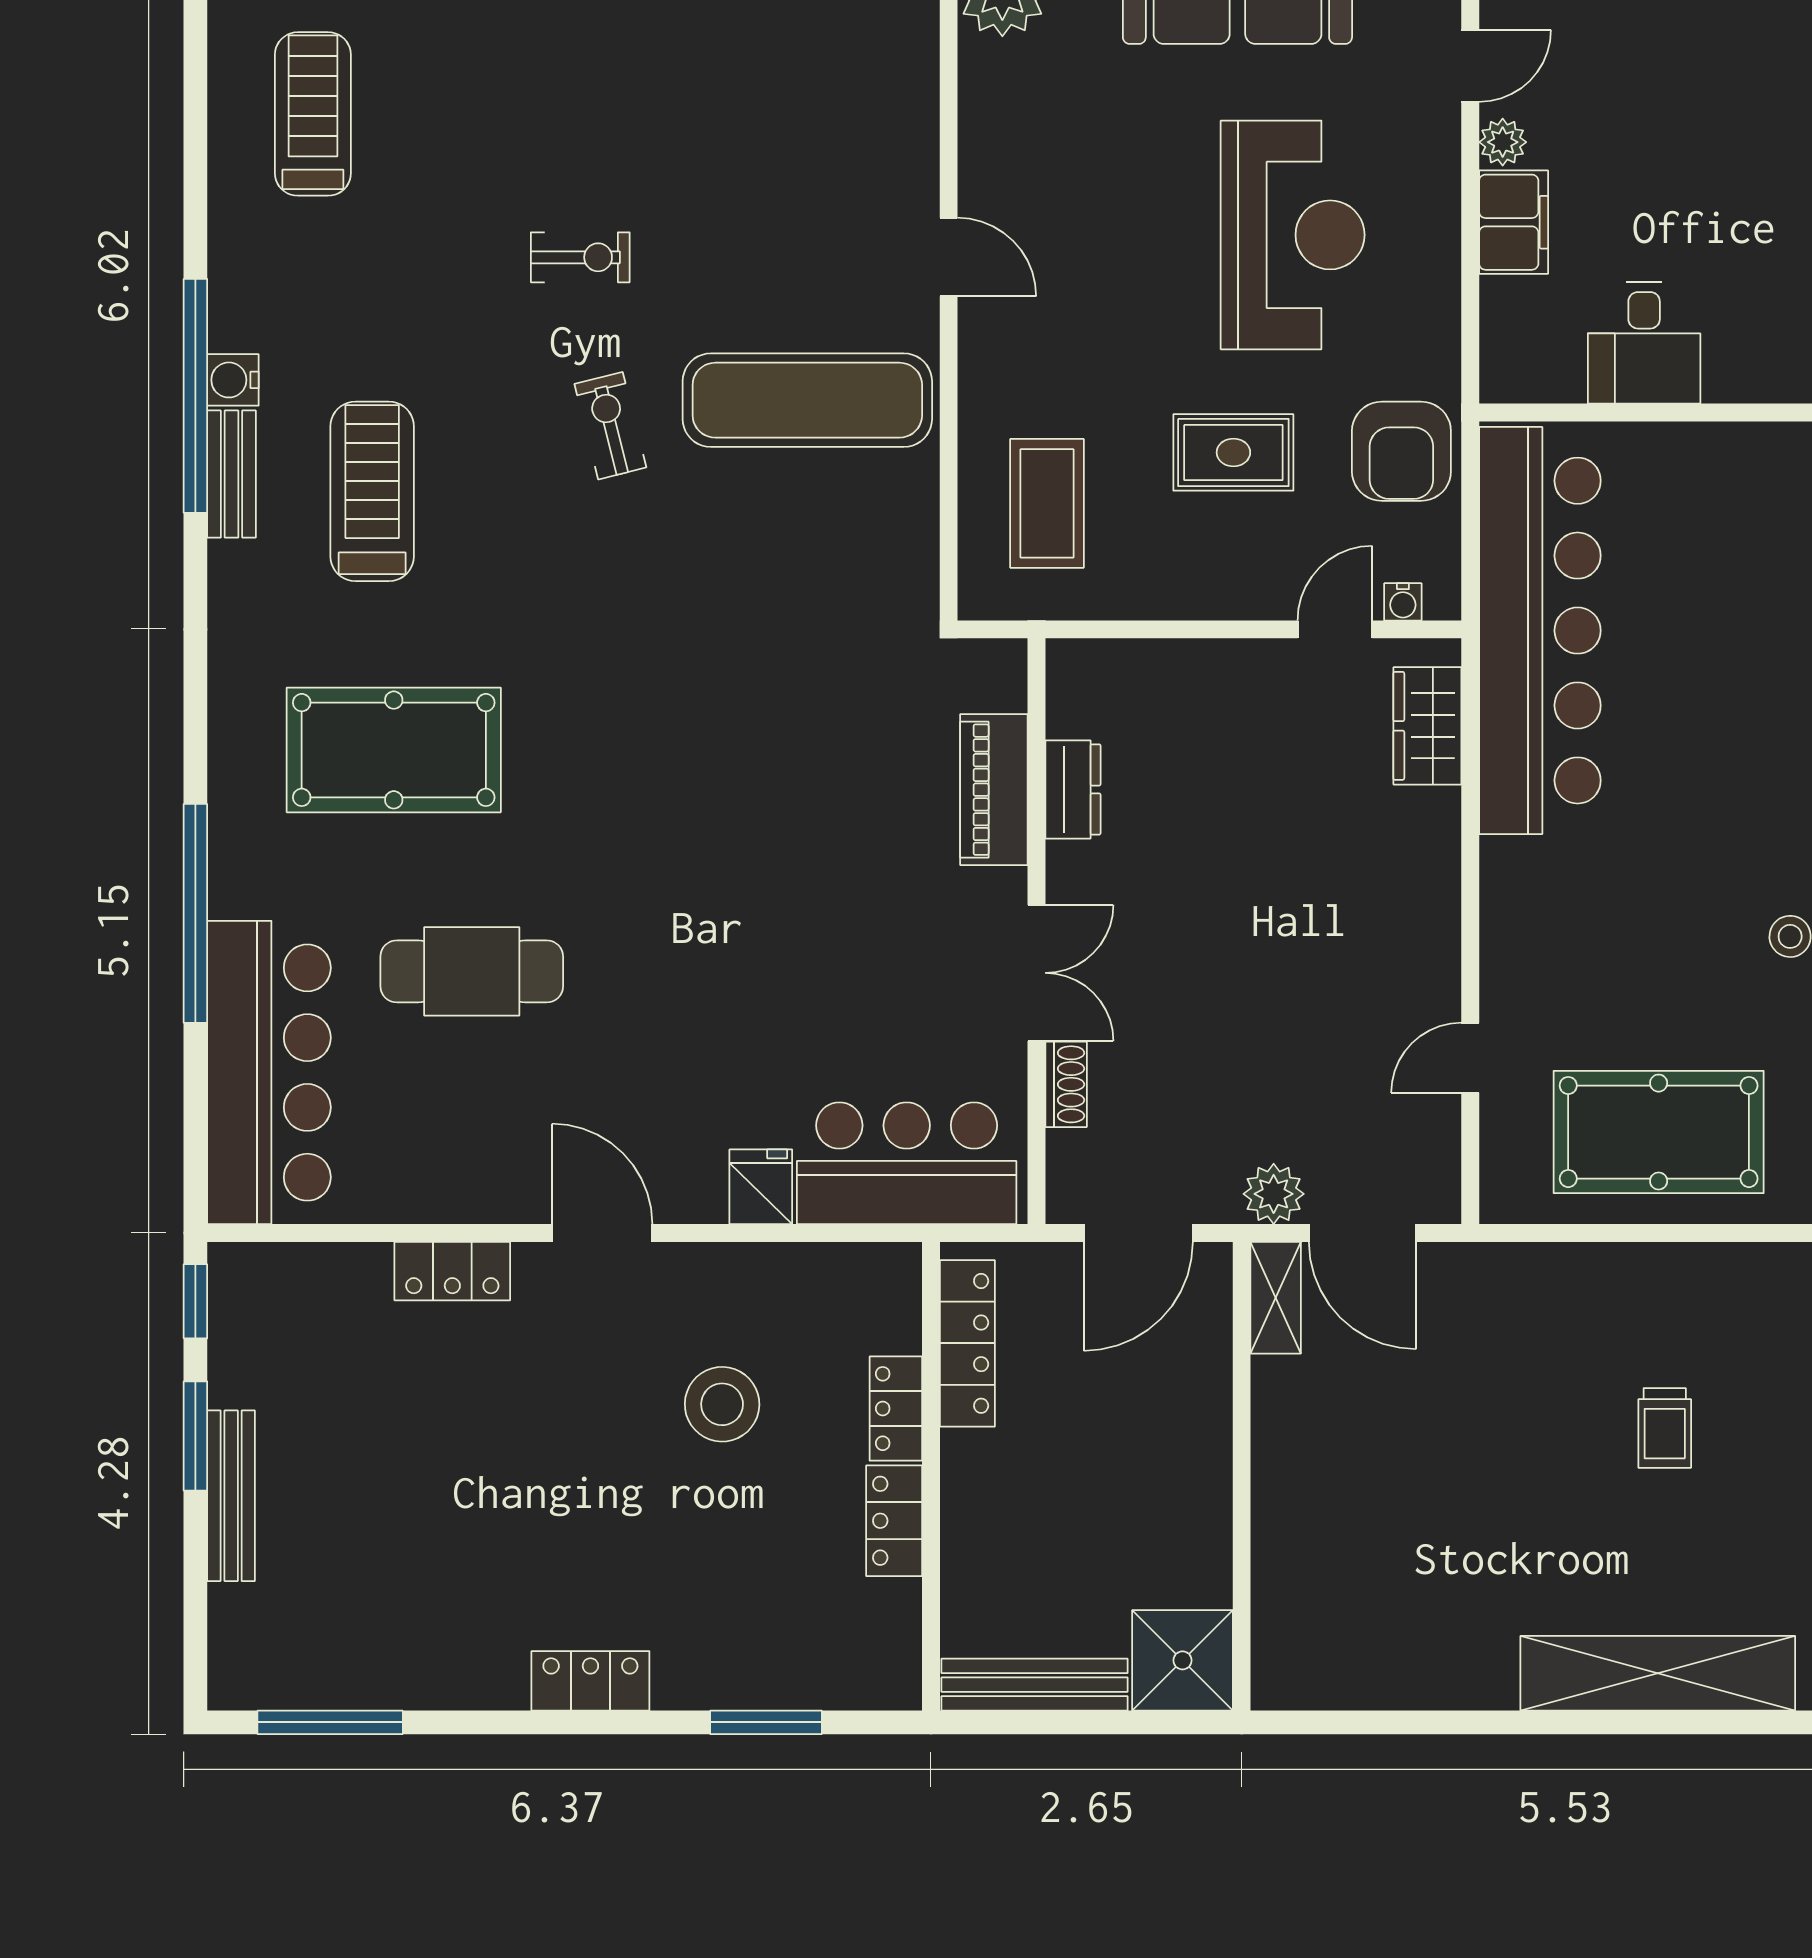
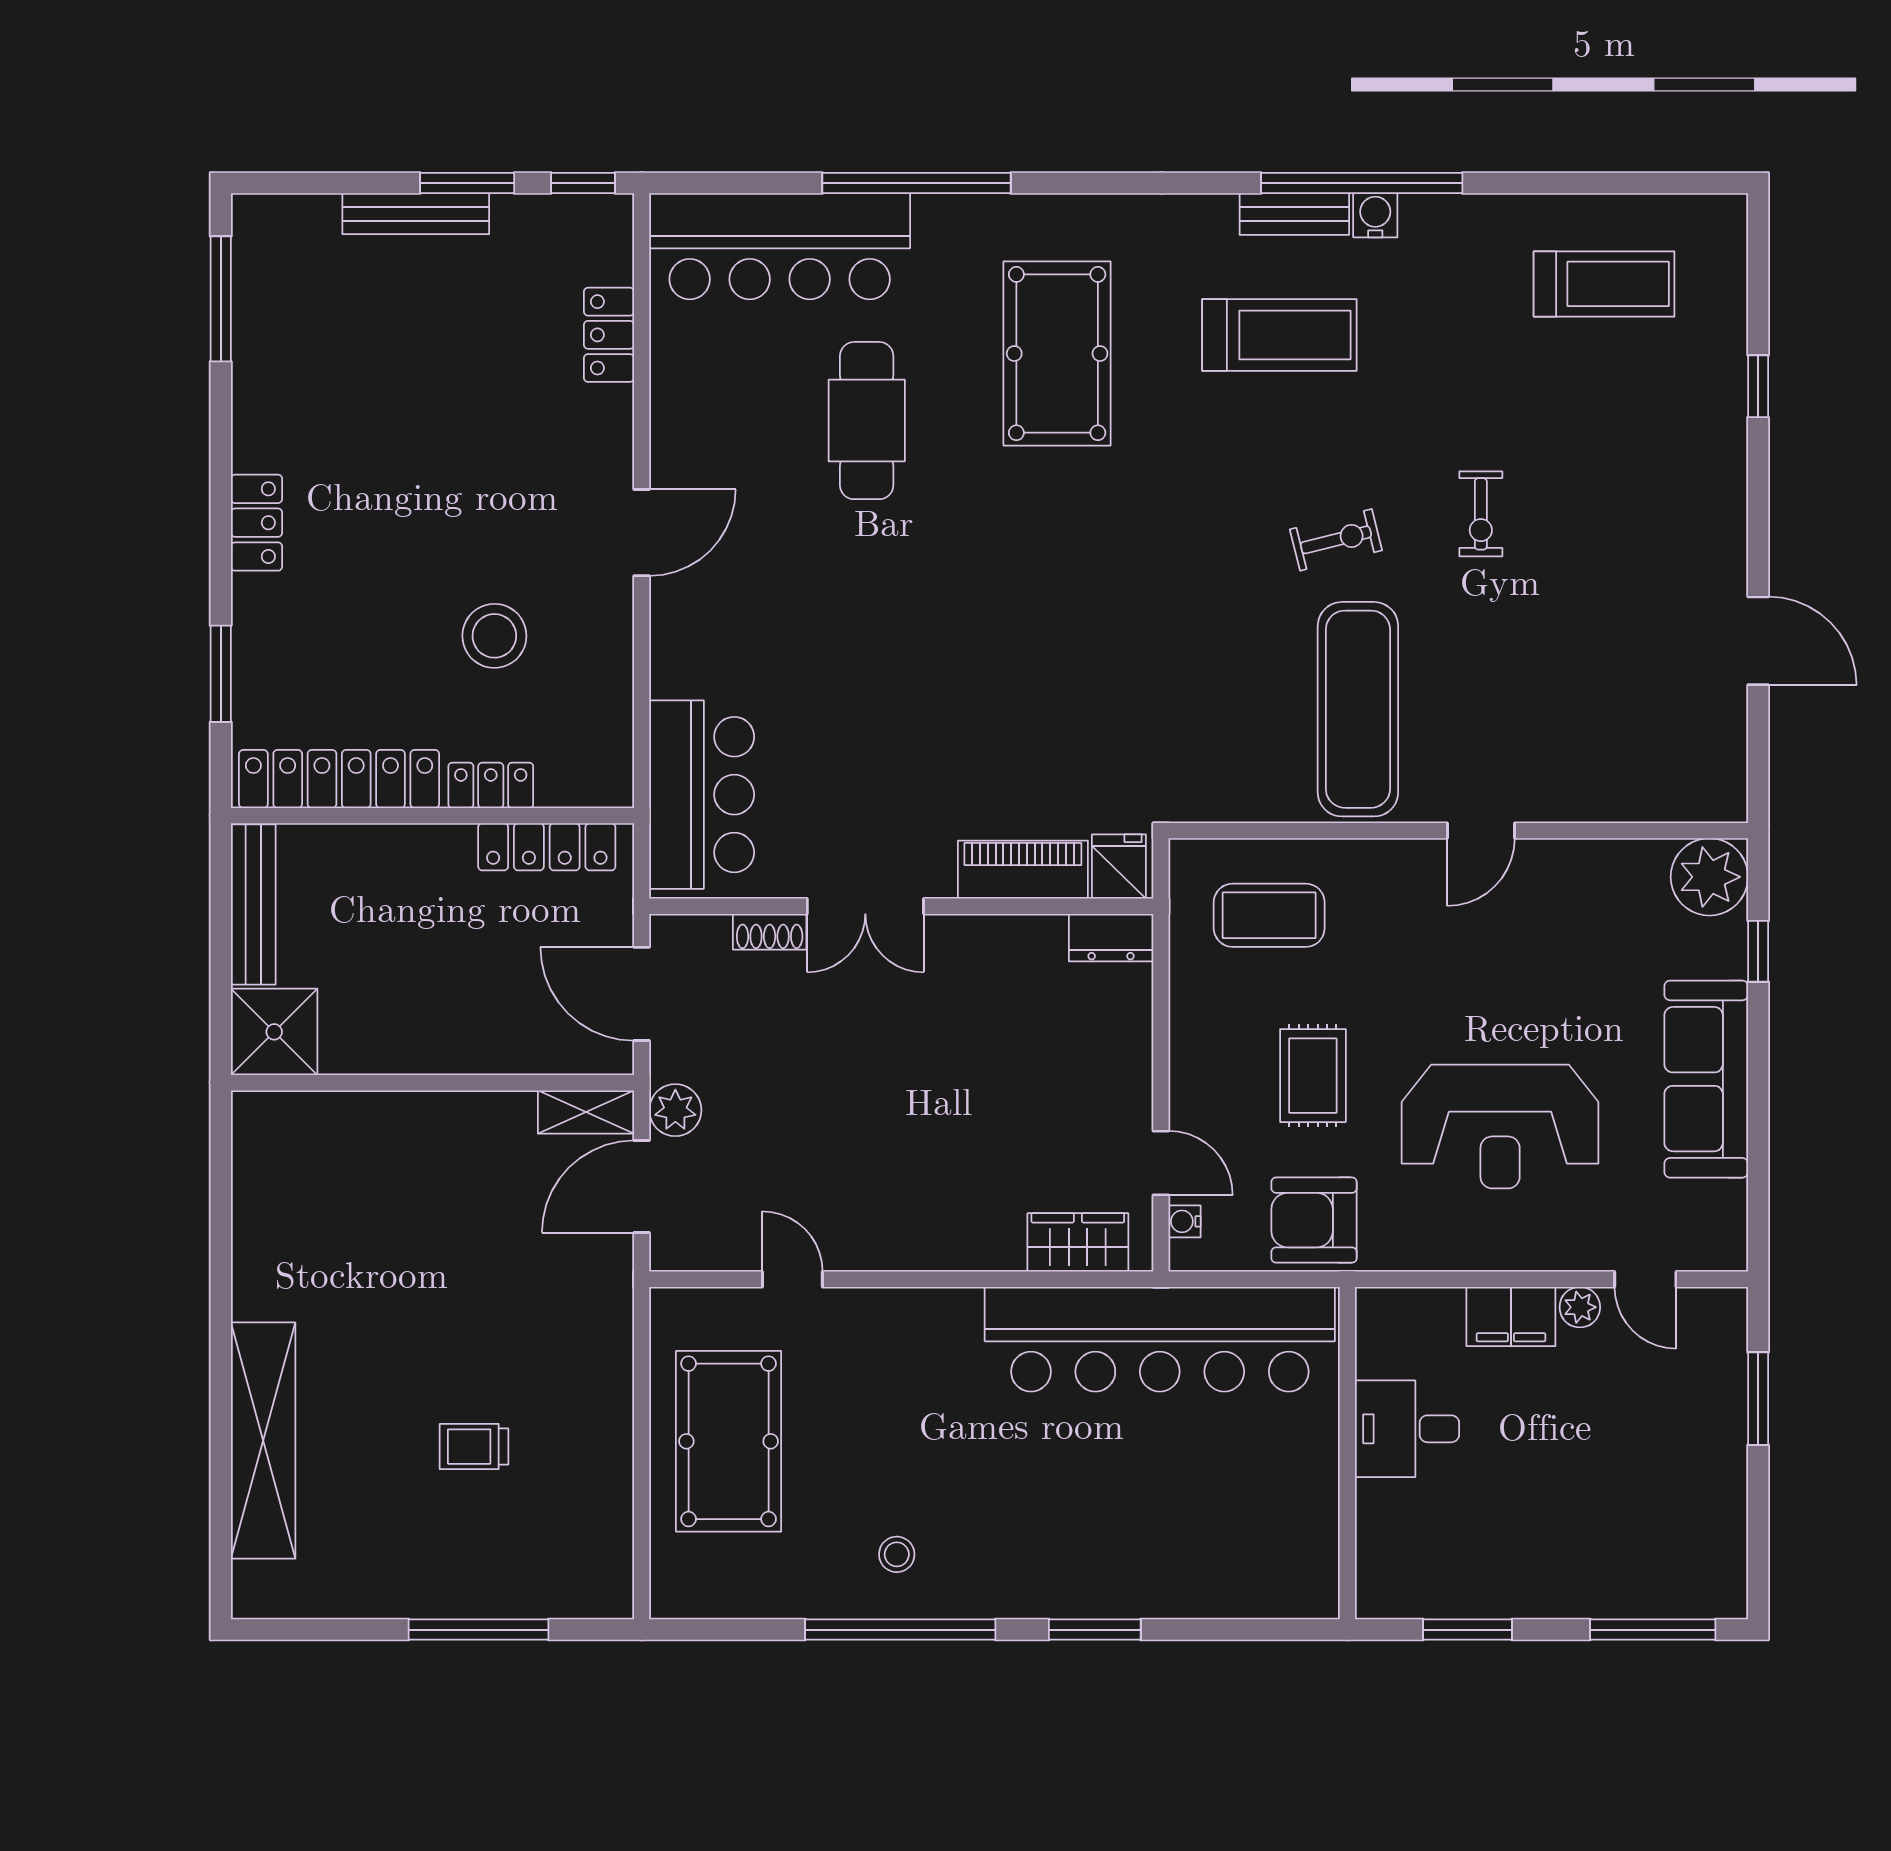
dresser: (1073, 789) -> (1111, 938), moved
fridge: (761, 1187) -> (1119, 867), moved, turned -90
locker: (452, 1271) -> (609, 335), moved
locker: (894, 1521) -> (339, 779), width x2.16, depth x1.21

